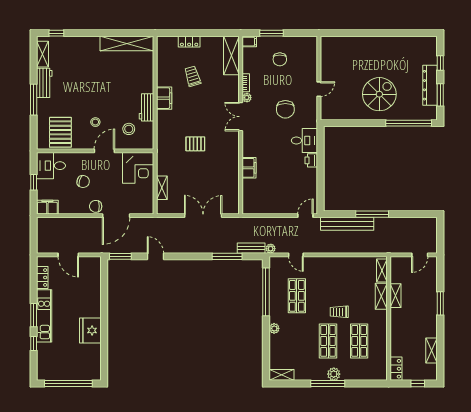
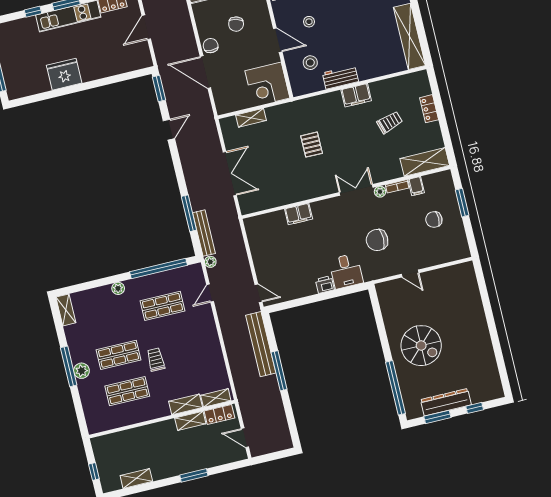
filing cabinet: (249, 42) -> (416, 186), moved
bench: (251, 248) -> (204, 233), width x1.36
locker: (396, 369) -> (219, 415), moved

